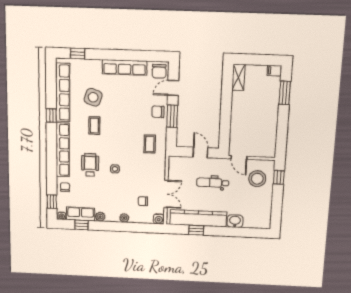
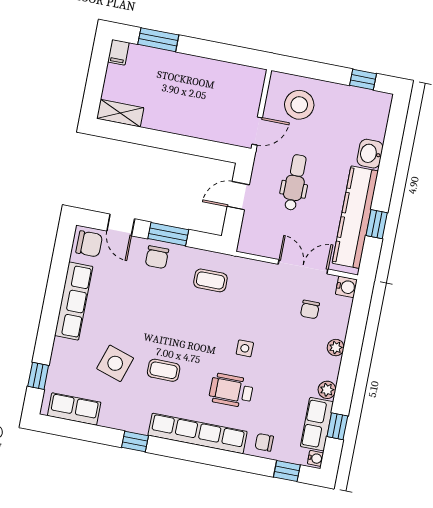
row of seats: (63, 93) -> (74, 409), width x0.50
window: (279, 177) -> (363, 79), moved
dental chair: (213, 183) -> (295, 182), turned 180

